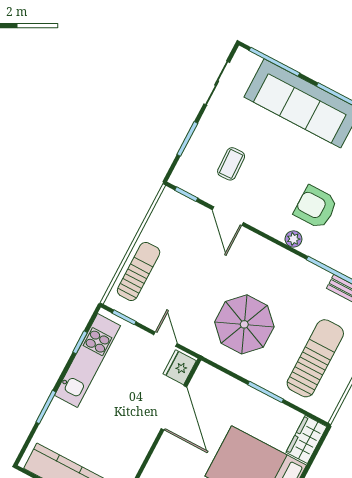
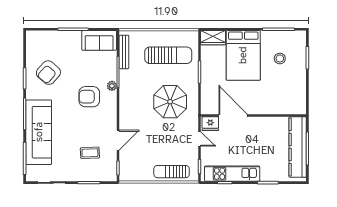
armchair: (316, 207) -> (89, 97), turned 90
plant: (293, 239) -> (112, 86), moved
door: (165, 339) -> (200, 139), swing flipped
sun lounger: (315, 358) -> (168, 55), turned 180
door: (174, 408) -> (233, 115), hinge flipped

